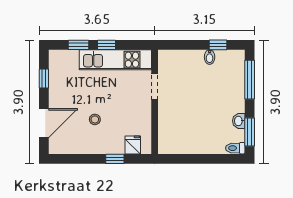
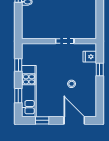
window: (107, 45) -> (18, 65), moved
kitchen unit: (115, 60) -> (29, 91), moved
doorway: (155, 87) -> (65, 41), moved

